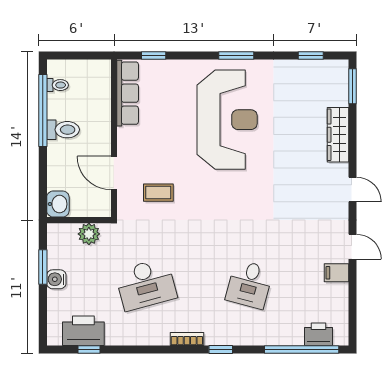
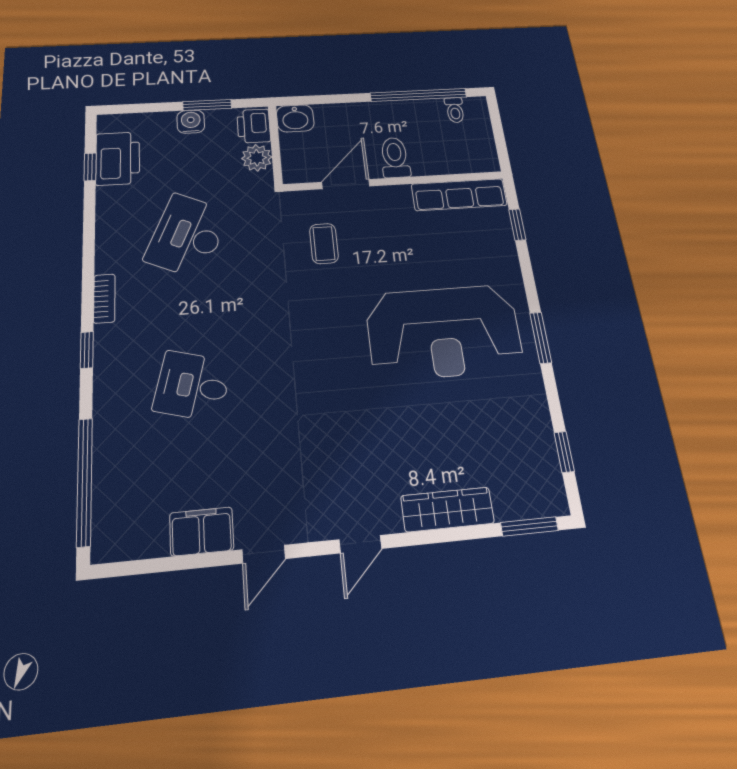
toilet: (63, 130) -> (395, 157), moved, turned 180
filing cabinet: (336, 273) -> (202, 531), width x2.00
desk: (146, 284) -> (187, 236), turned 39
printer: (318, 334) -> (254, 126), moved, turned 180

